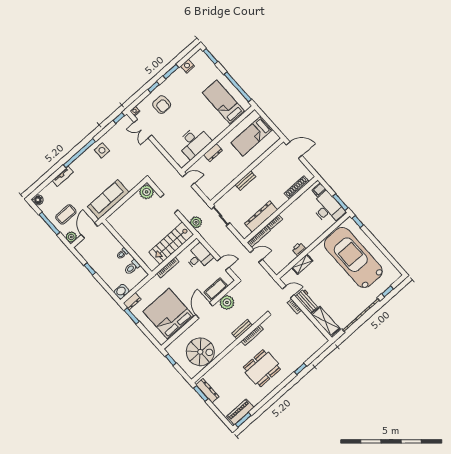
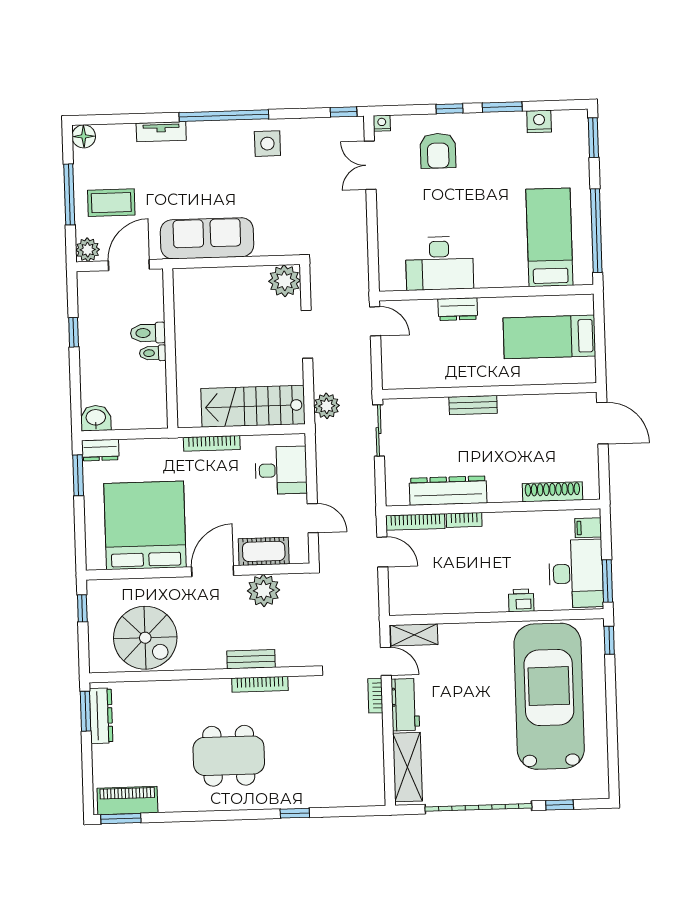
printer: (299, 249) -> (521, 600), moved
shelving: (302, 264) -> (414, 635), moved
toilet: (132, 267) -> (148, 333), moved

